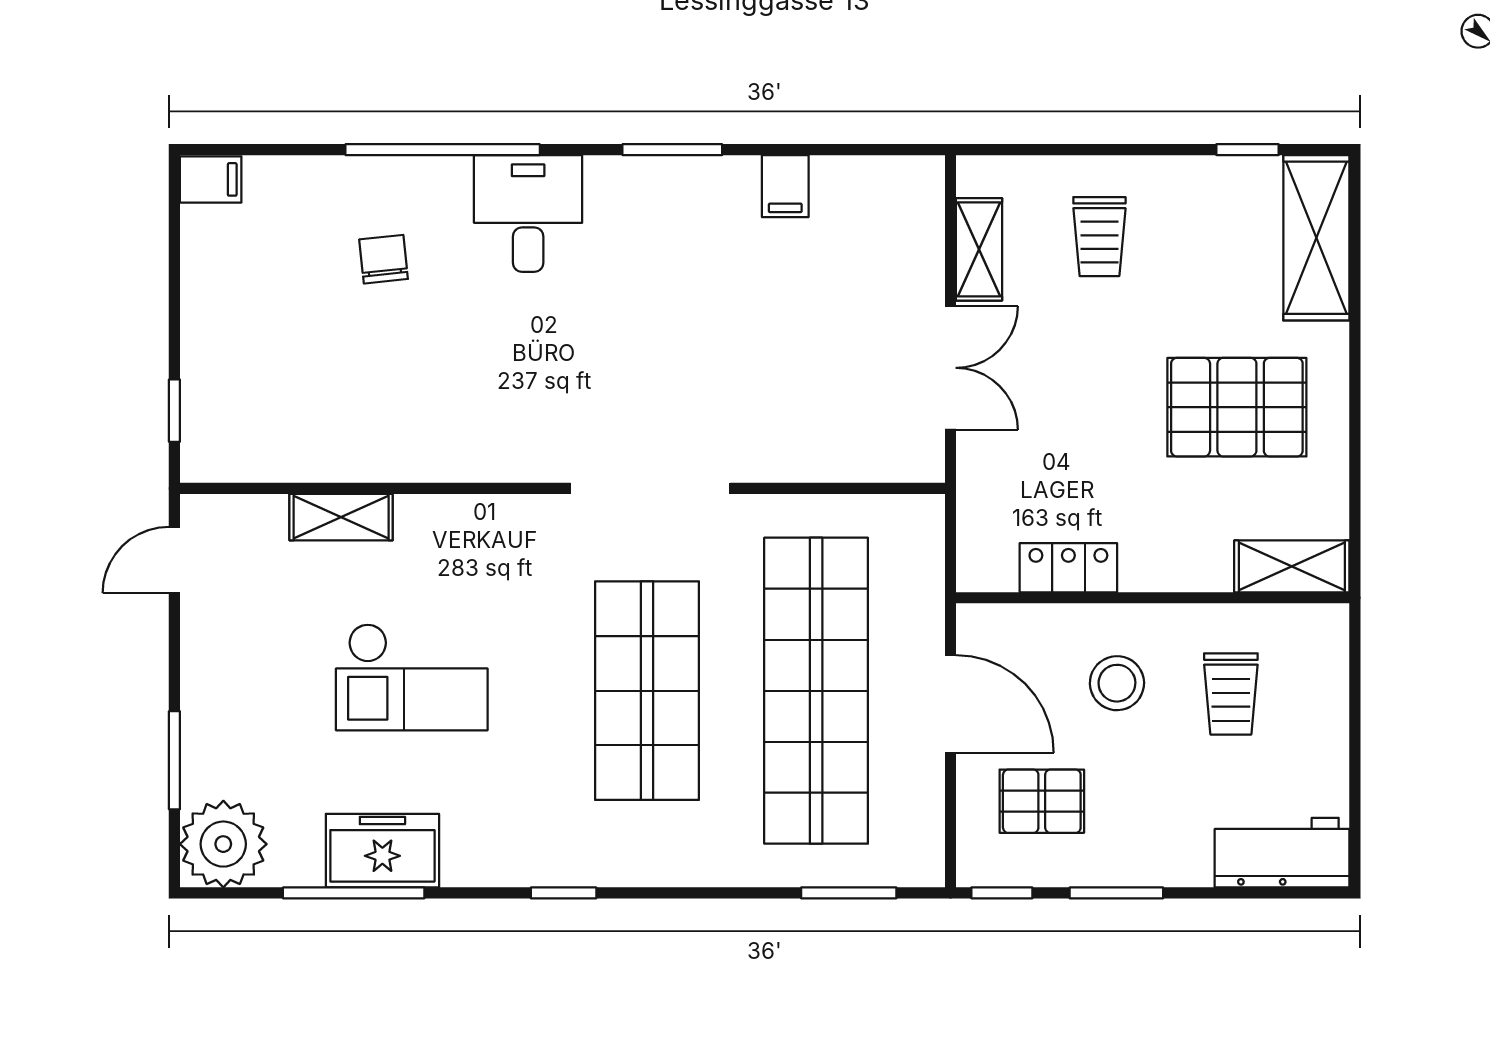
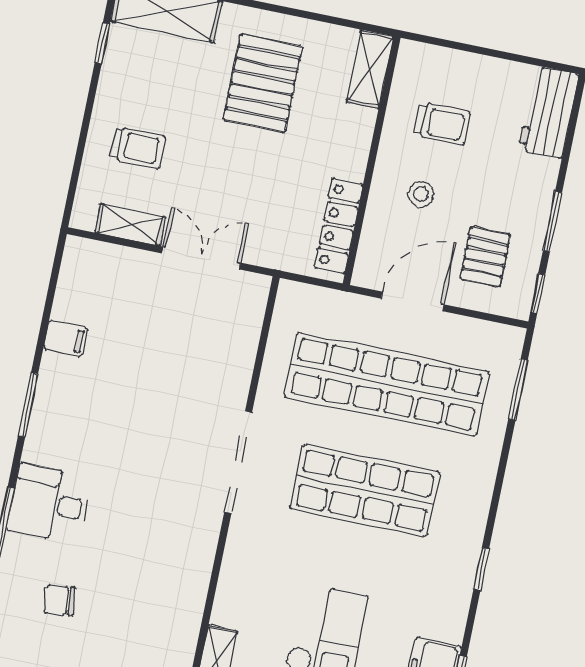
locker: (1068, 568) -> (339, 226), width x1.53
stool: (1117, 683) -> (421, 194), width x0.73, depth x0.73

